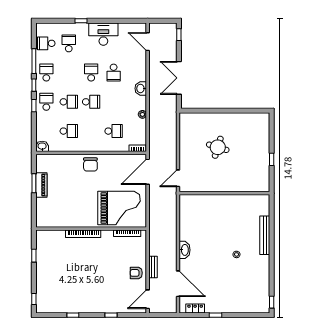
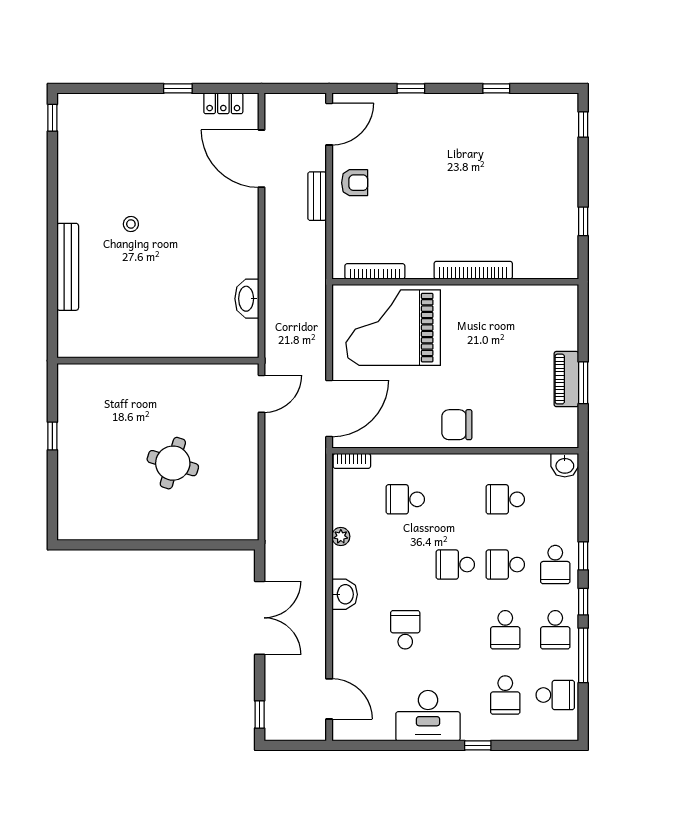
school desk: (91, 73) -> (505, 630), moved
chair: (90, 164) -> (457, 425), turned -90
washbasin: (185, 250) -> (247, 299), moved

